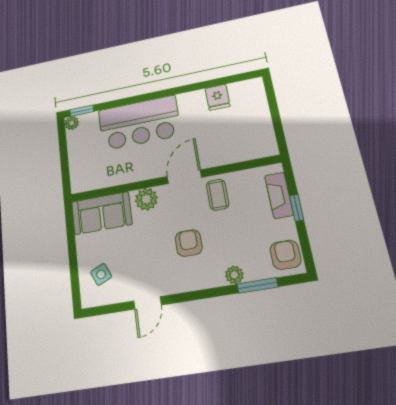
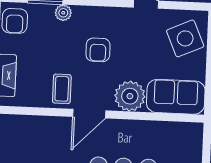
plant: (146, 199) -> (130, 96), width x1.36, depth x1.36
side table: (101, 274) -> (185, 38), width x1.87, depth x1.87

